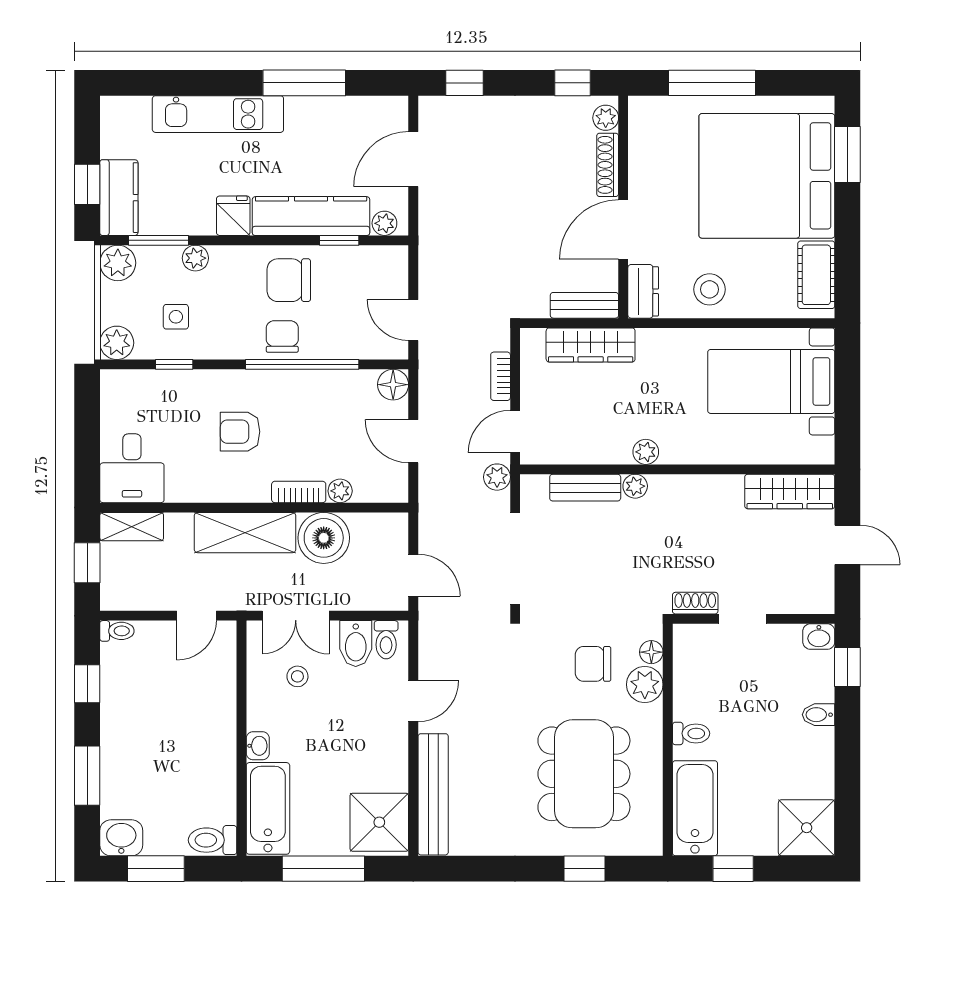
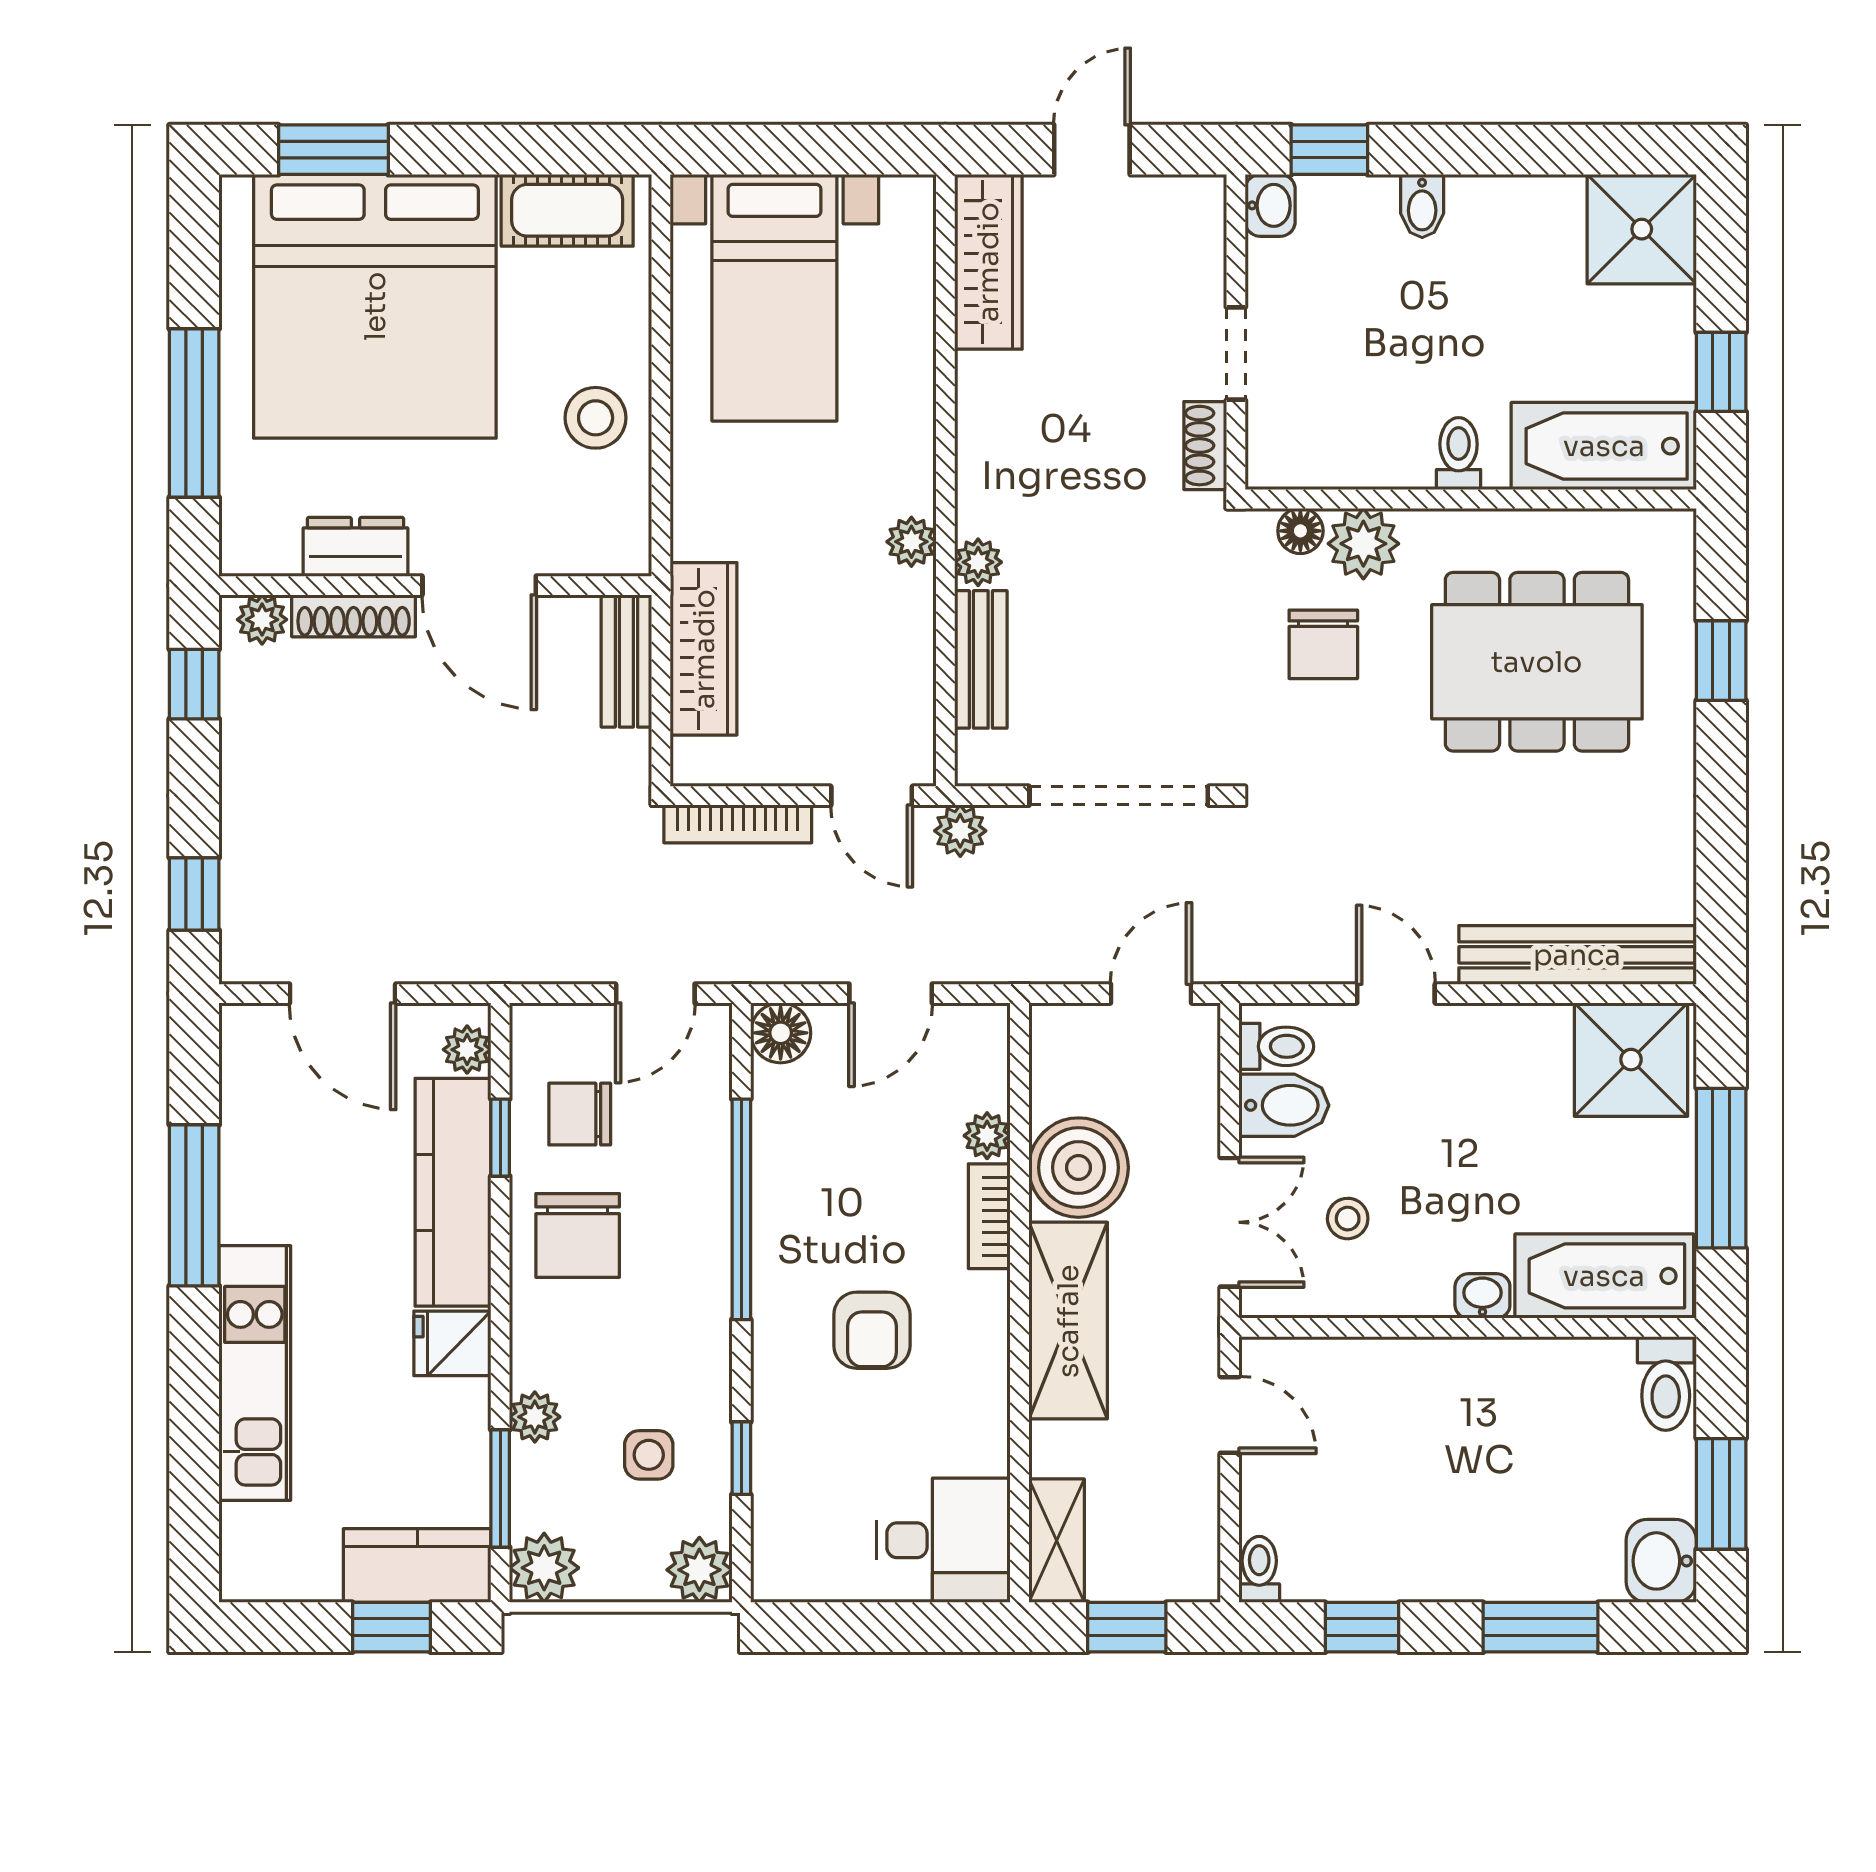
dresser: (643, 291) -> (356, 547), moved
chair: (282, 337) -> (580, 1114), moved
bookcase: (501, 376) -> (738, 824), width x1.56

